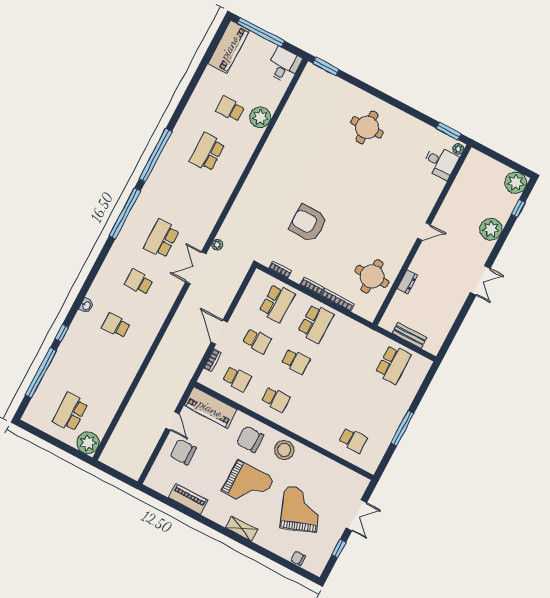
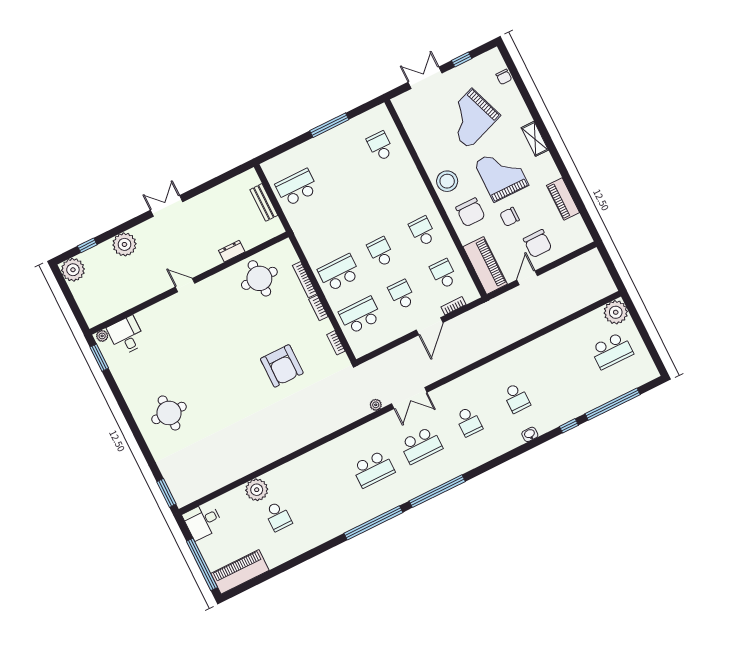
school desk: (207, 152) -> (373, 469), moved
chair: (218, 457) -> (510, 217), added

